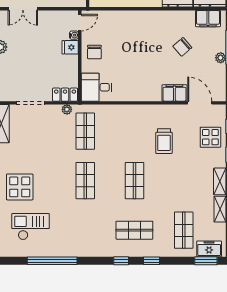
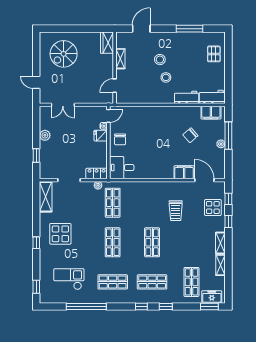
display table: (20, 187) -> (60, 234), moved
shop shelf: (85, 230) -> (113, 282), added

